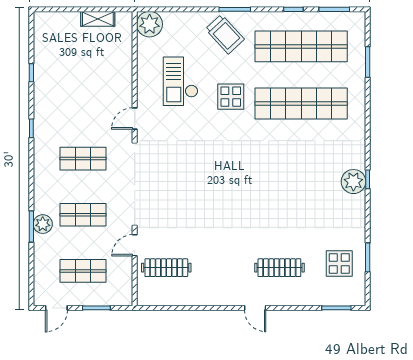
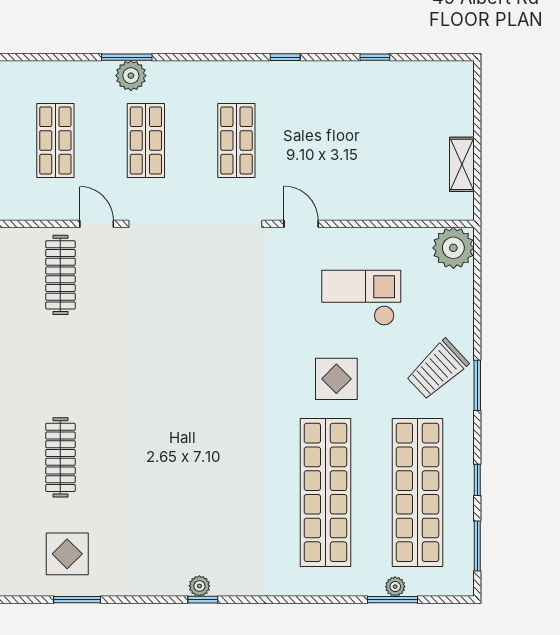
plant: (360, 60) -> (395, 587), added
plant: (353, 182) -> (199, 586), width x0.53, depth x0.53

